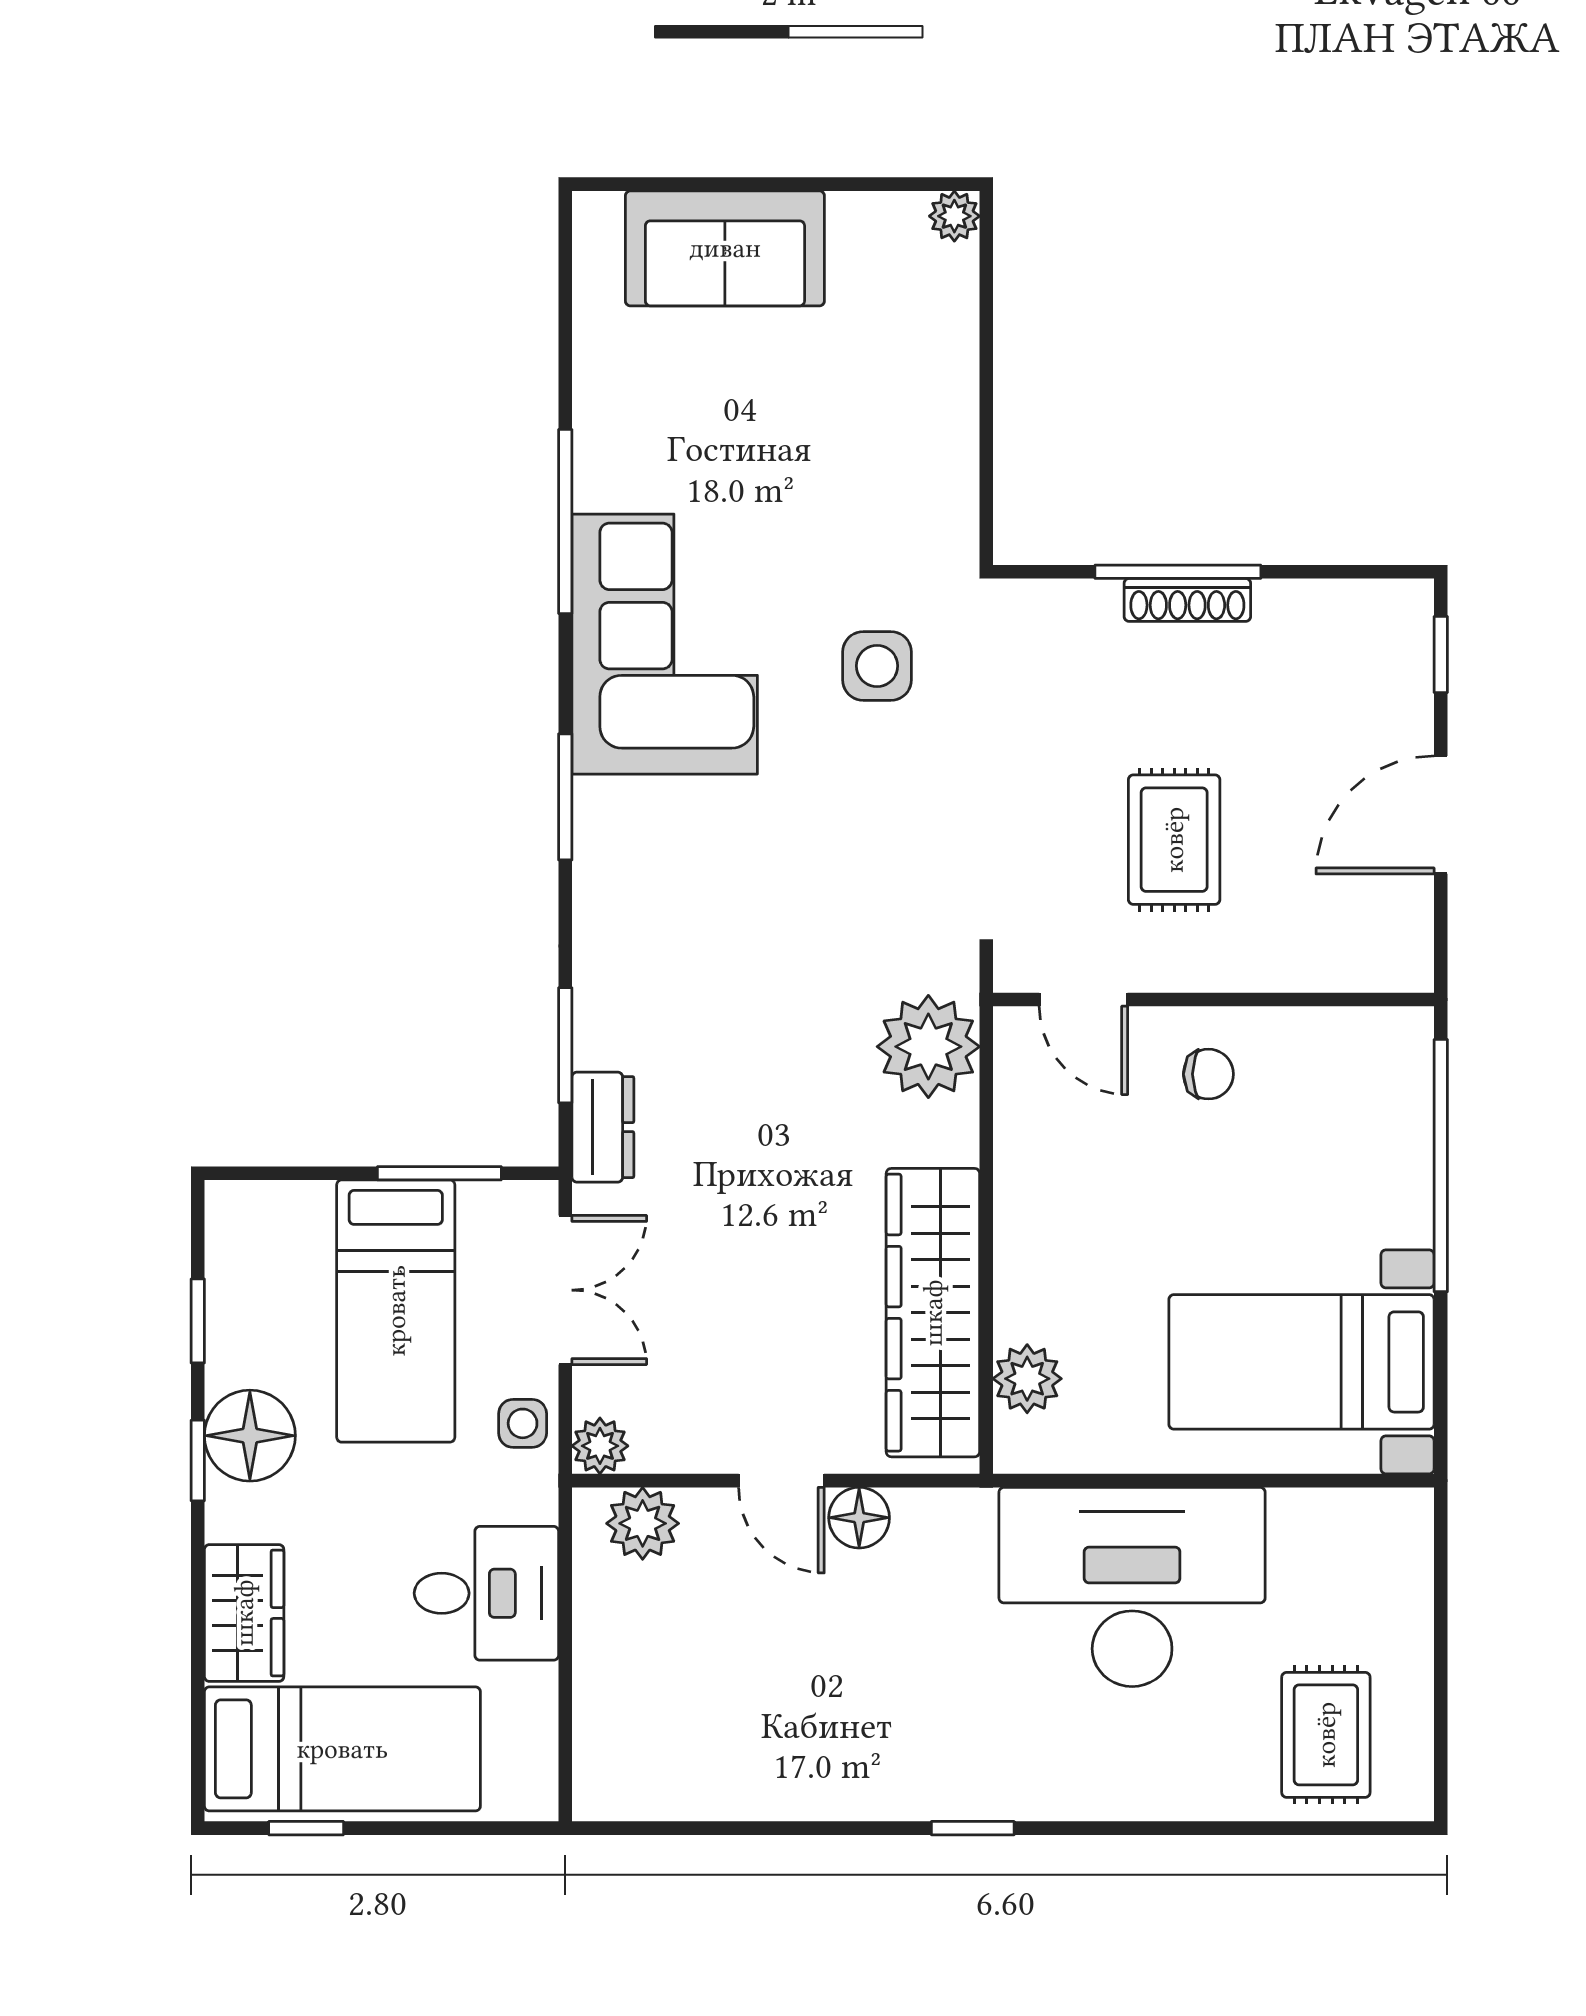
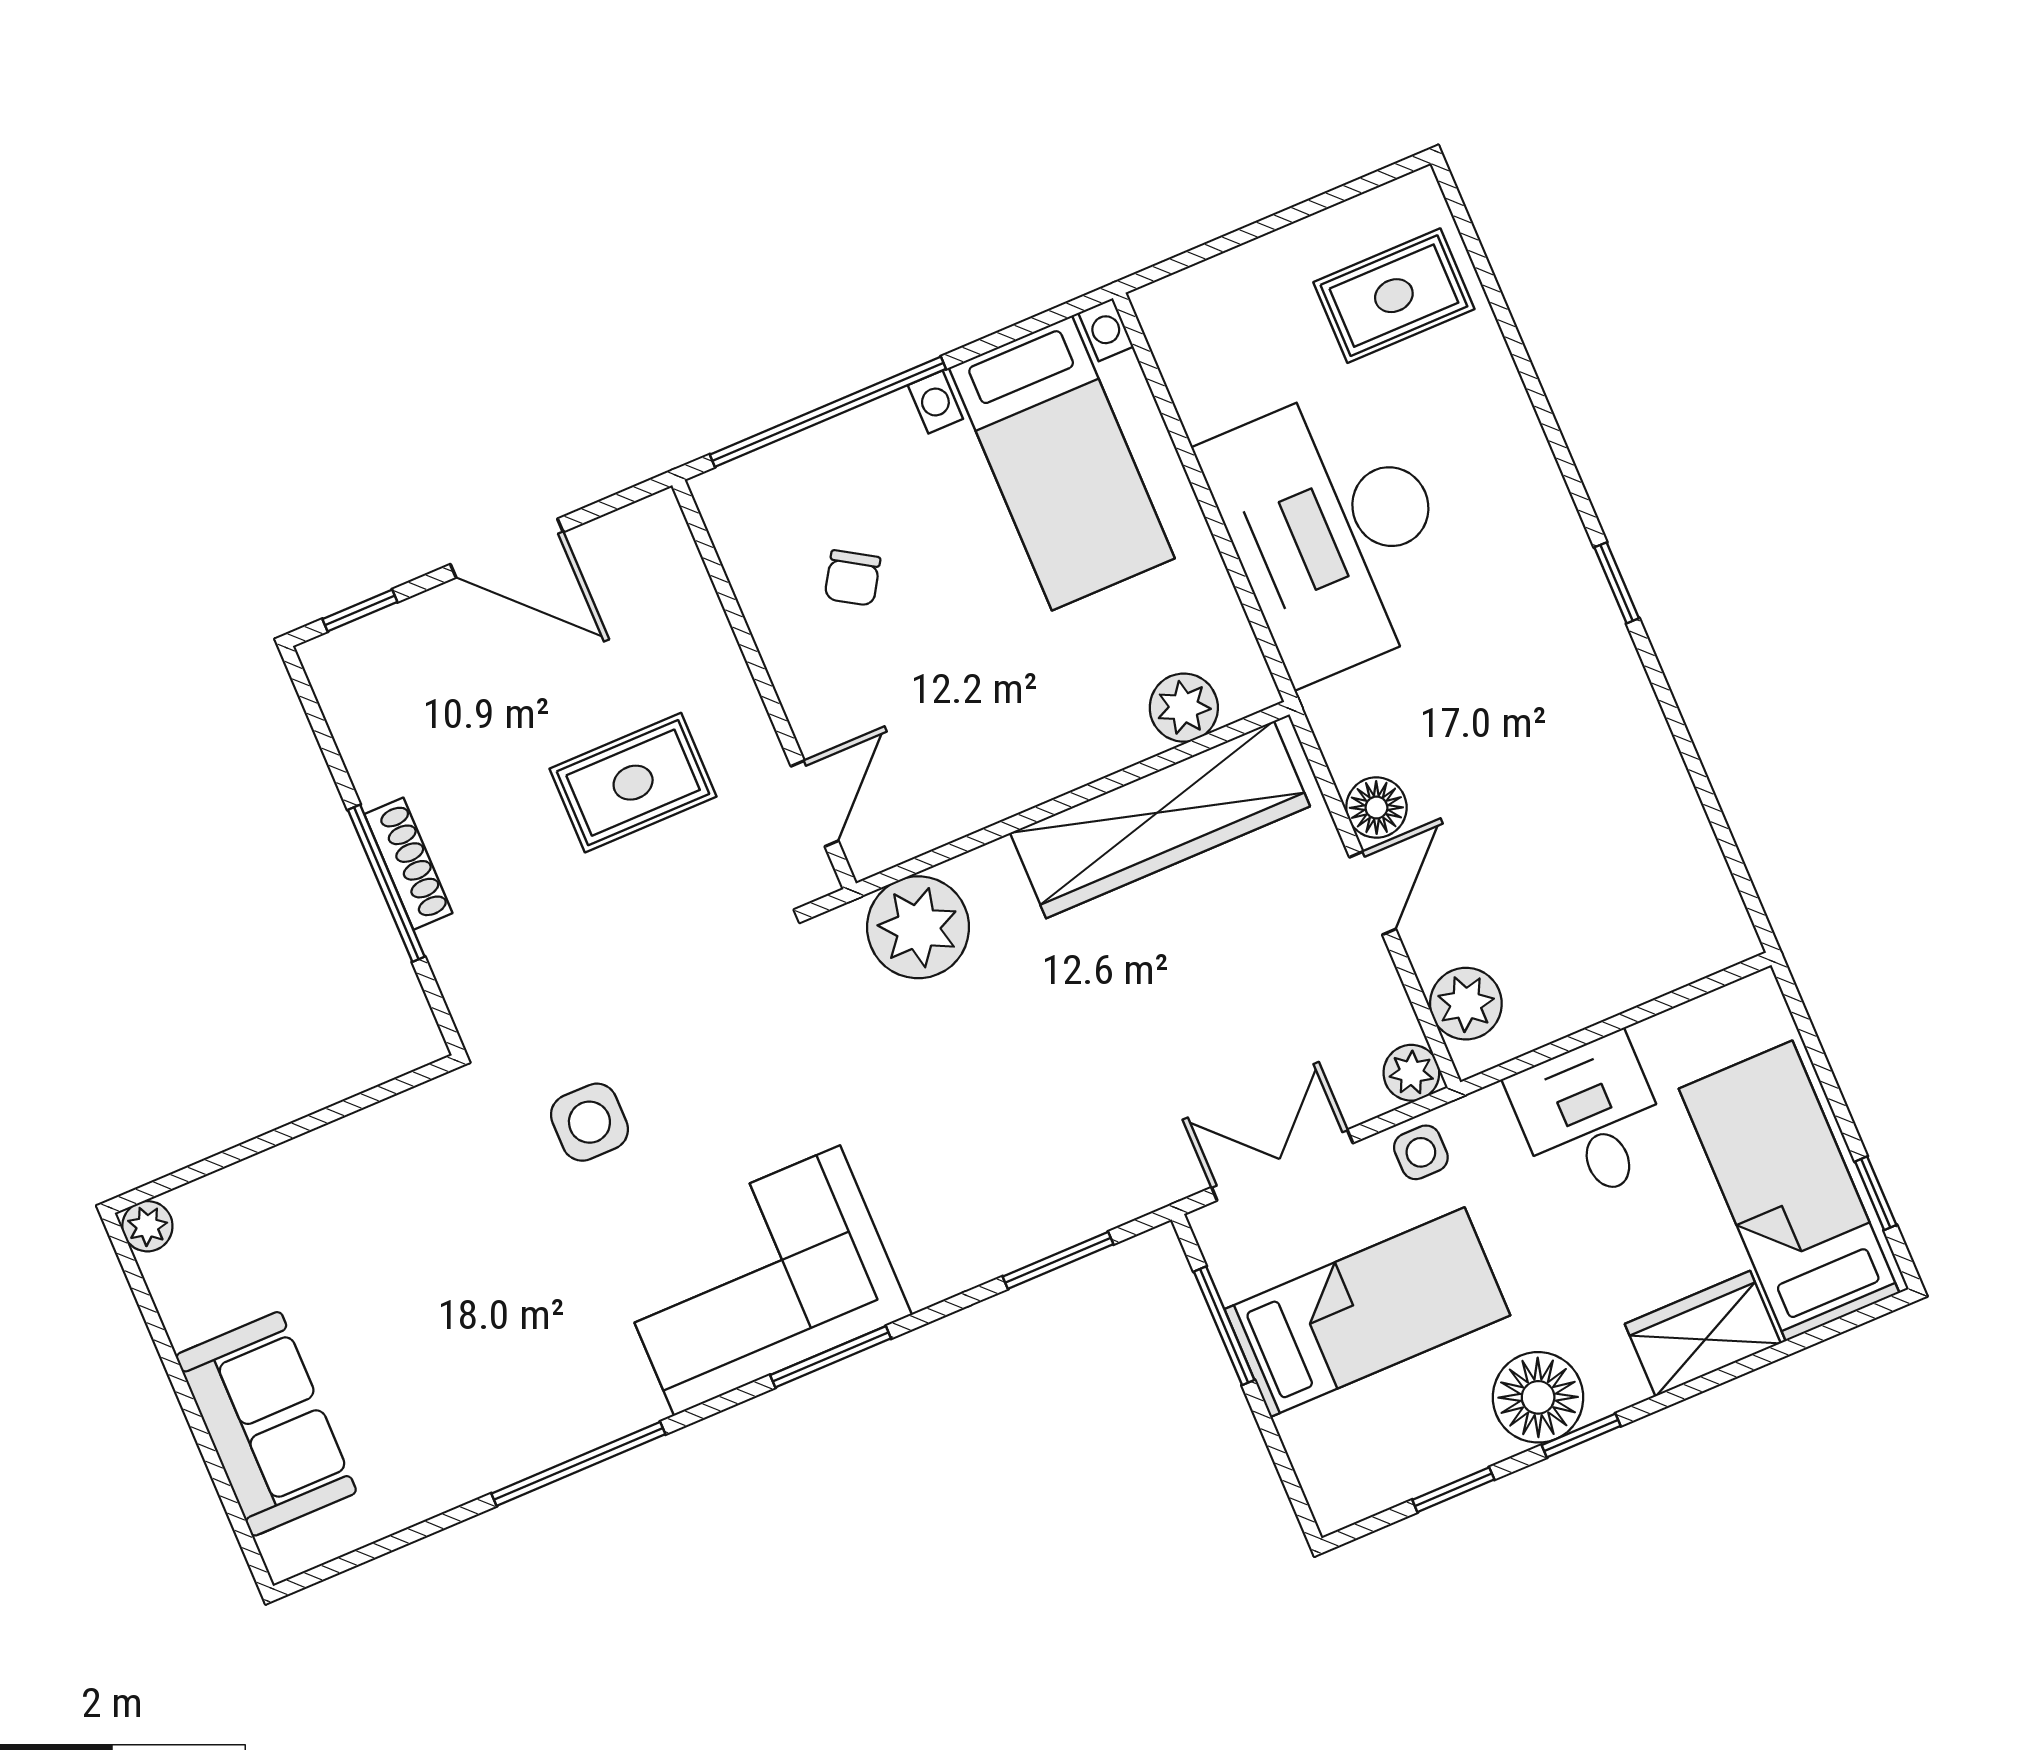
corner sofa: (665, 644) -> (757, 1281), moved
chair: (1208, 1074) -> (852, 578), moved, turned -148
dresser: (603, 1127) -> (1118, 1194), removed

